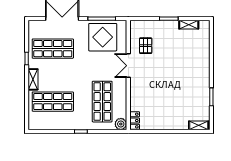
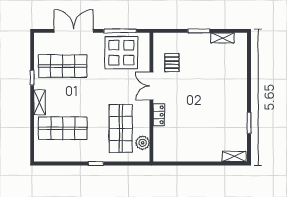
locker: (135, 121) -> (159, 115), moved
plant: (121, 124) -> (143, 143), moved

